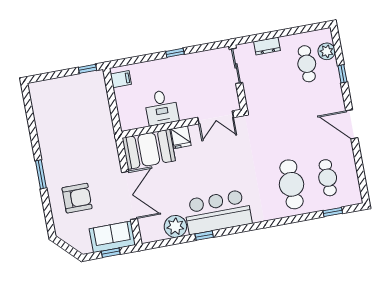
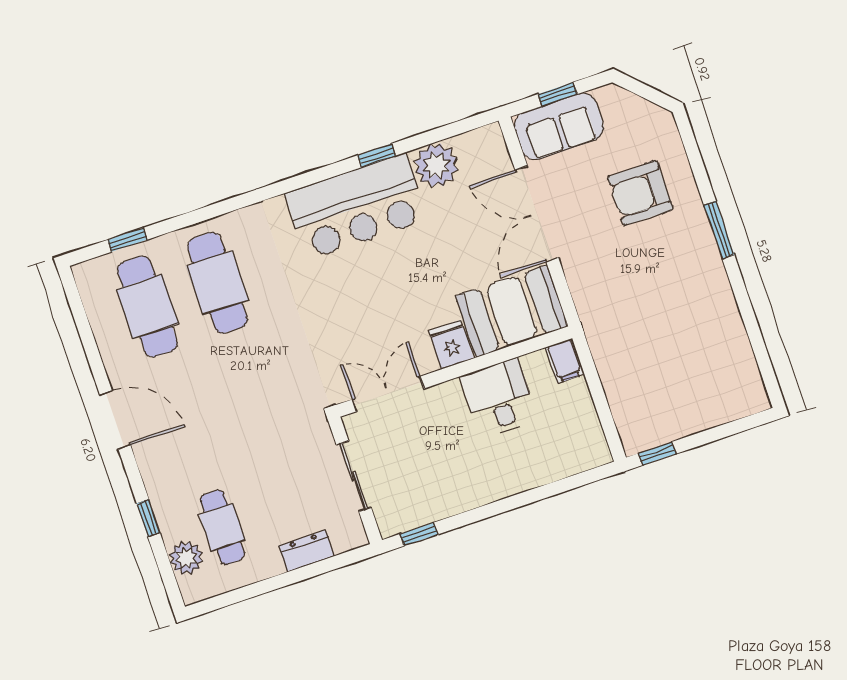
window: (175, 53) -> (419, 534), moved
sliding door: (236, 66) -> (354, 476), moved
filing cabinet: (121, 79) -> (565, 361), moved, turned -90
cafe table: (328, 178) -> (147, 307), width x1.37, depth x1.35

